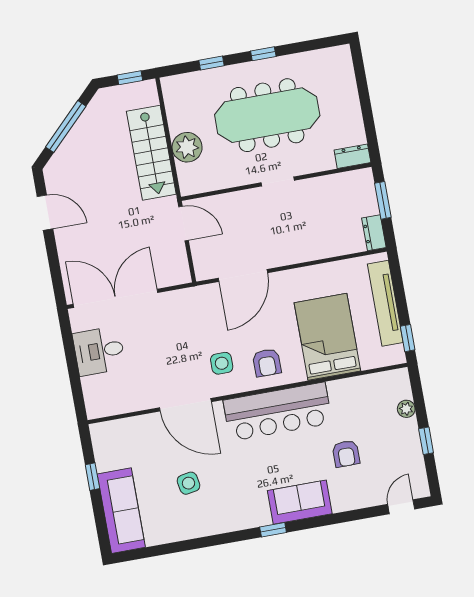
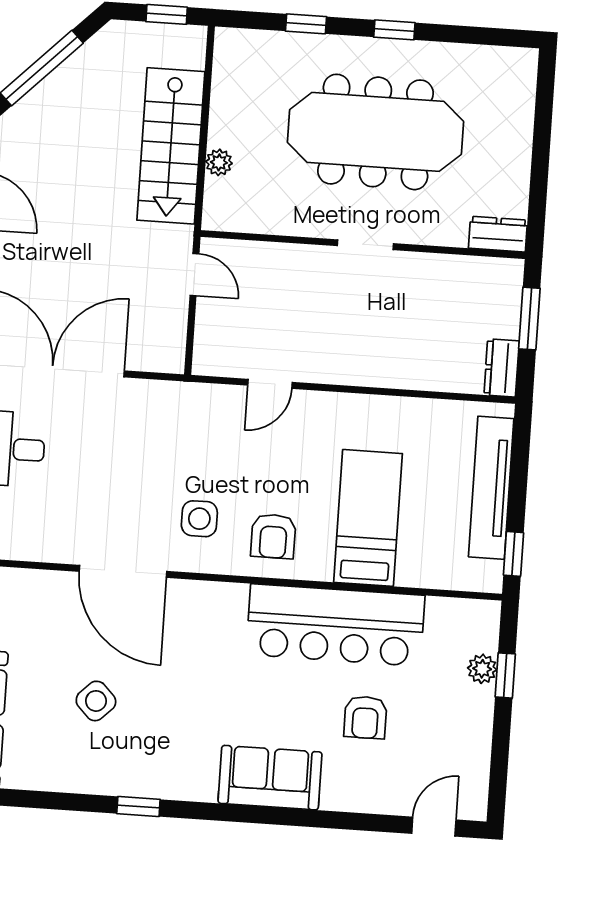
plant: (187, 147) -> (219, 162), width x0.53, depth x0.53
door: (184, 223) -> (194, 275), width x0.73
door: (243, 275) -> (270, 384), width x0.53
bed: (327, 337) -> (368, 518), width x0.67
bar counter: (278, 412) -> (335, 625), moved
window: (426, 441) -> (505, 675), moved
side table: (188, 483) -> (96, 701), turned -34
window: (273, 530) -> (138, 806), moved

